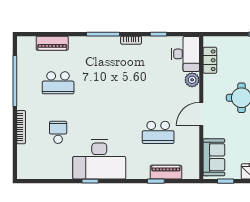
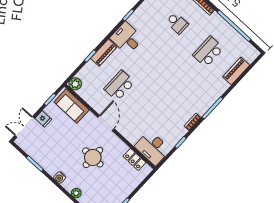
plant: (192, 80) -> (75, 84), moved
desk: (99, 159) -> (127, 38), width x0.53, depth x0.77
piano: (166, 172) -> (104, 53), moved

